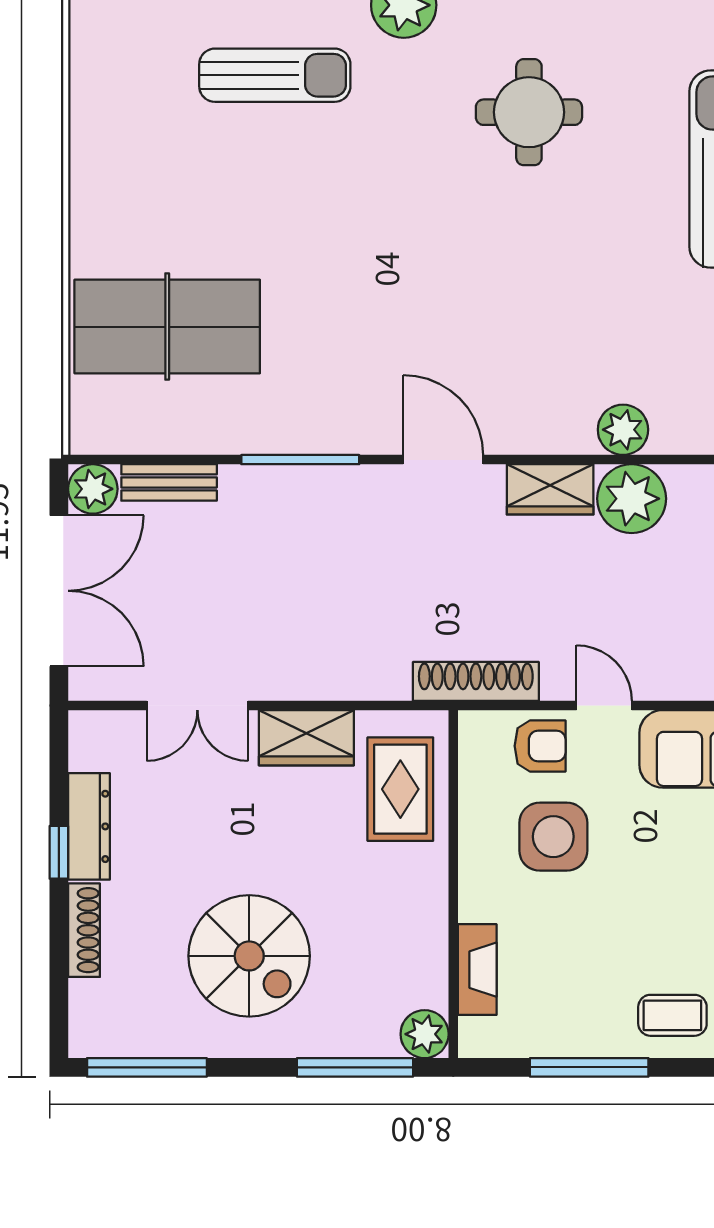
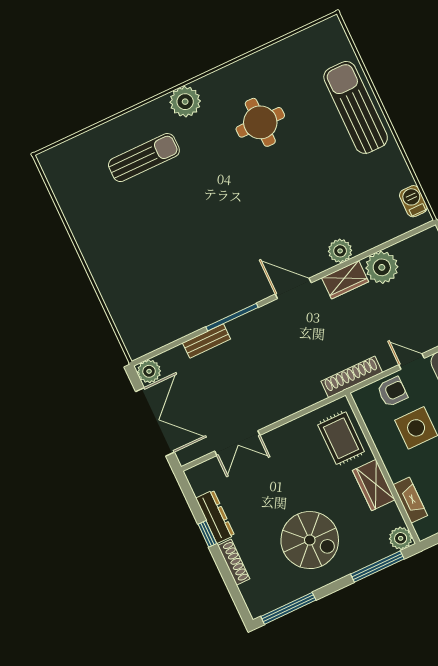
table tennis table: (167, 327) -> (148, 287), removed
plant: (623, 430) -> (340, 251), moved
bench: (169, 482) -> (207, 341), moved
wardrobe: (306, 738) -> (374, 485), moved, turned 90

